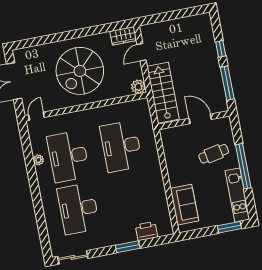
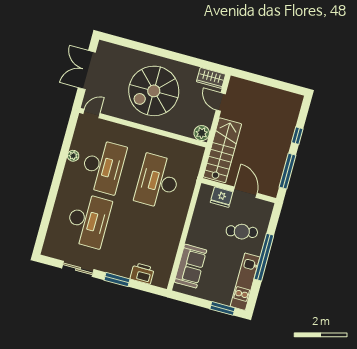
door: (142, 52) -> (221, 102), hinge flipped
fridge: (182, 133) -> (222, 197), added
desk: (68, 156) -> (103, 166), turned 180
desk: (78, 209) -> (88, 221), turned 180
sliding door: (73, 257) -> (78, 269), moved

